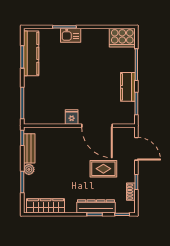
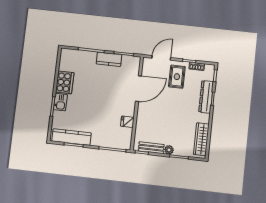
cooker: (122, 38) -> (65, 82), moved
fridge: (72, 117) -> (127, 122), moved
rug: (103, 169) -> (177, 77), moved

